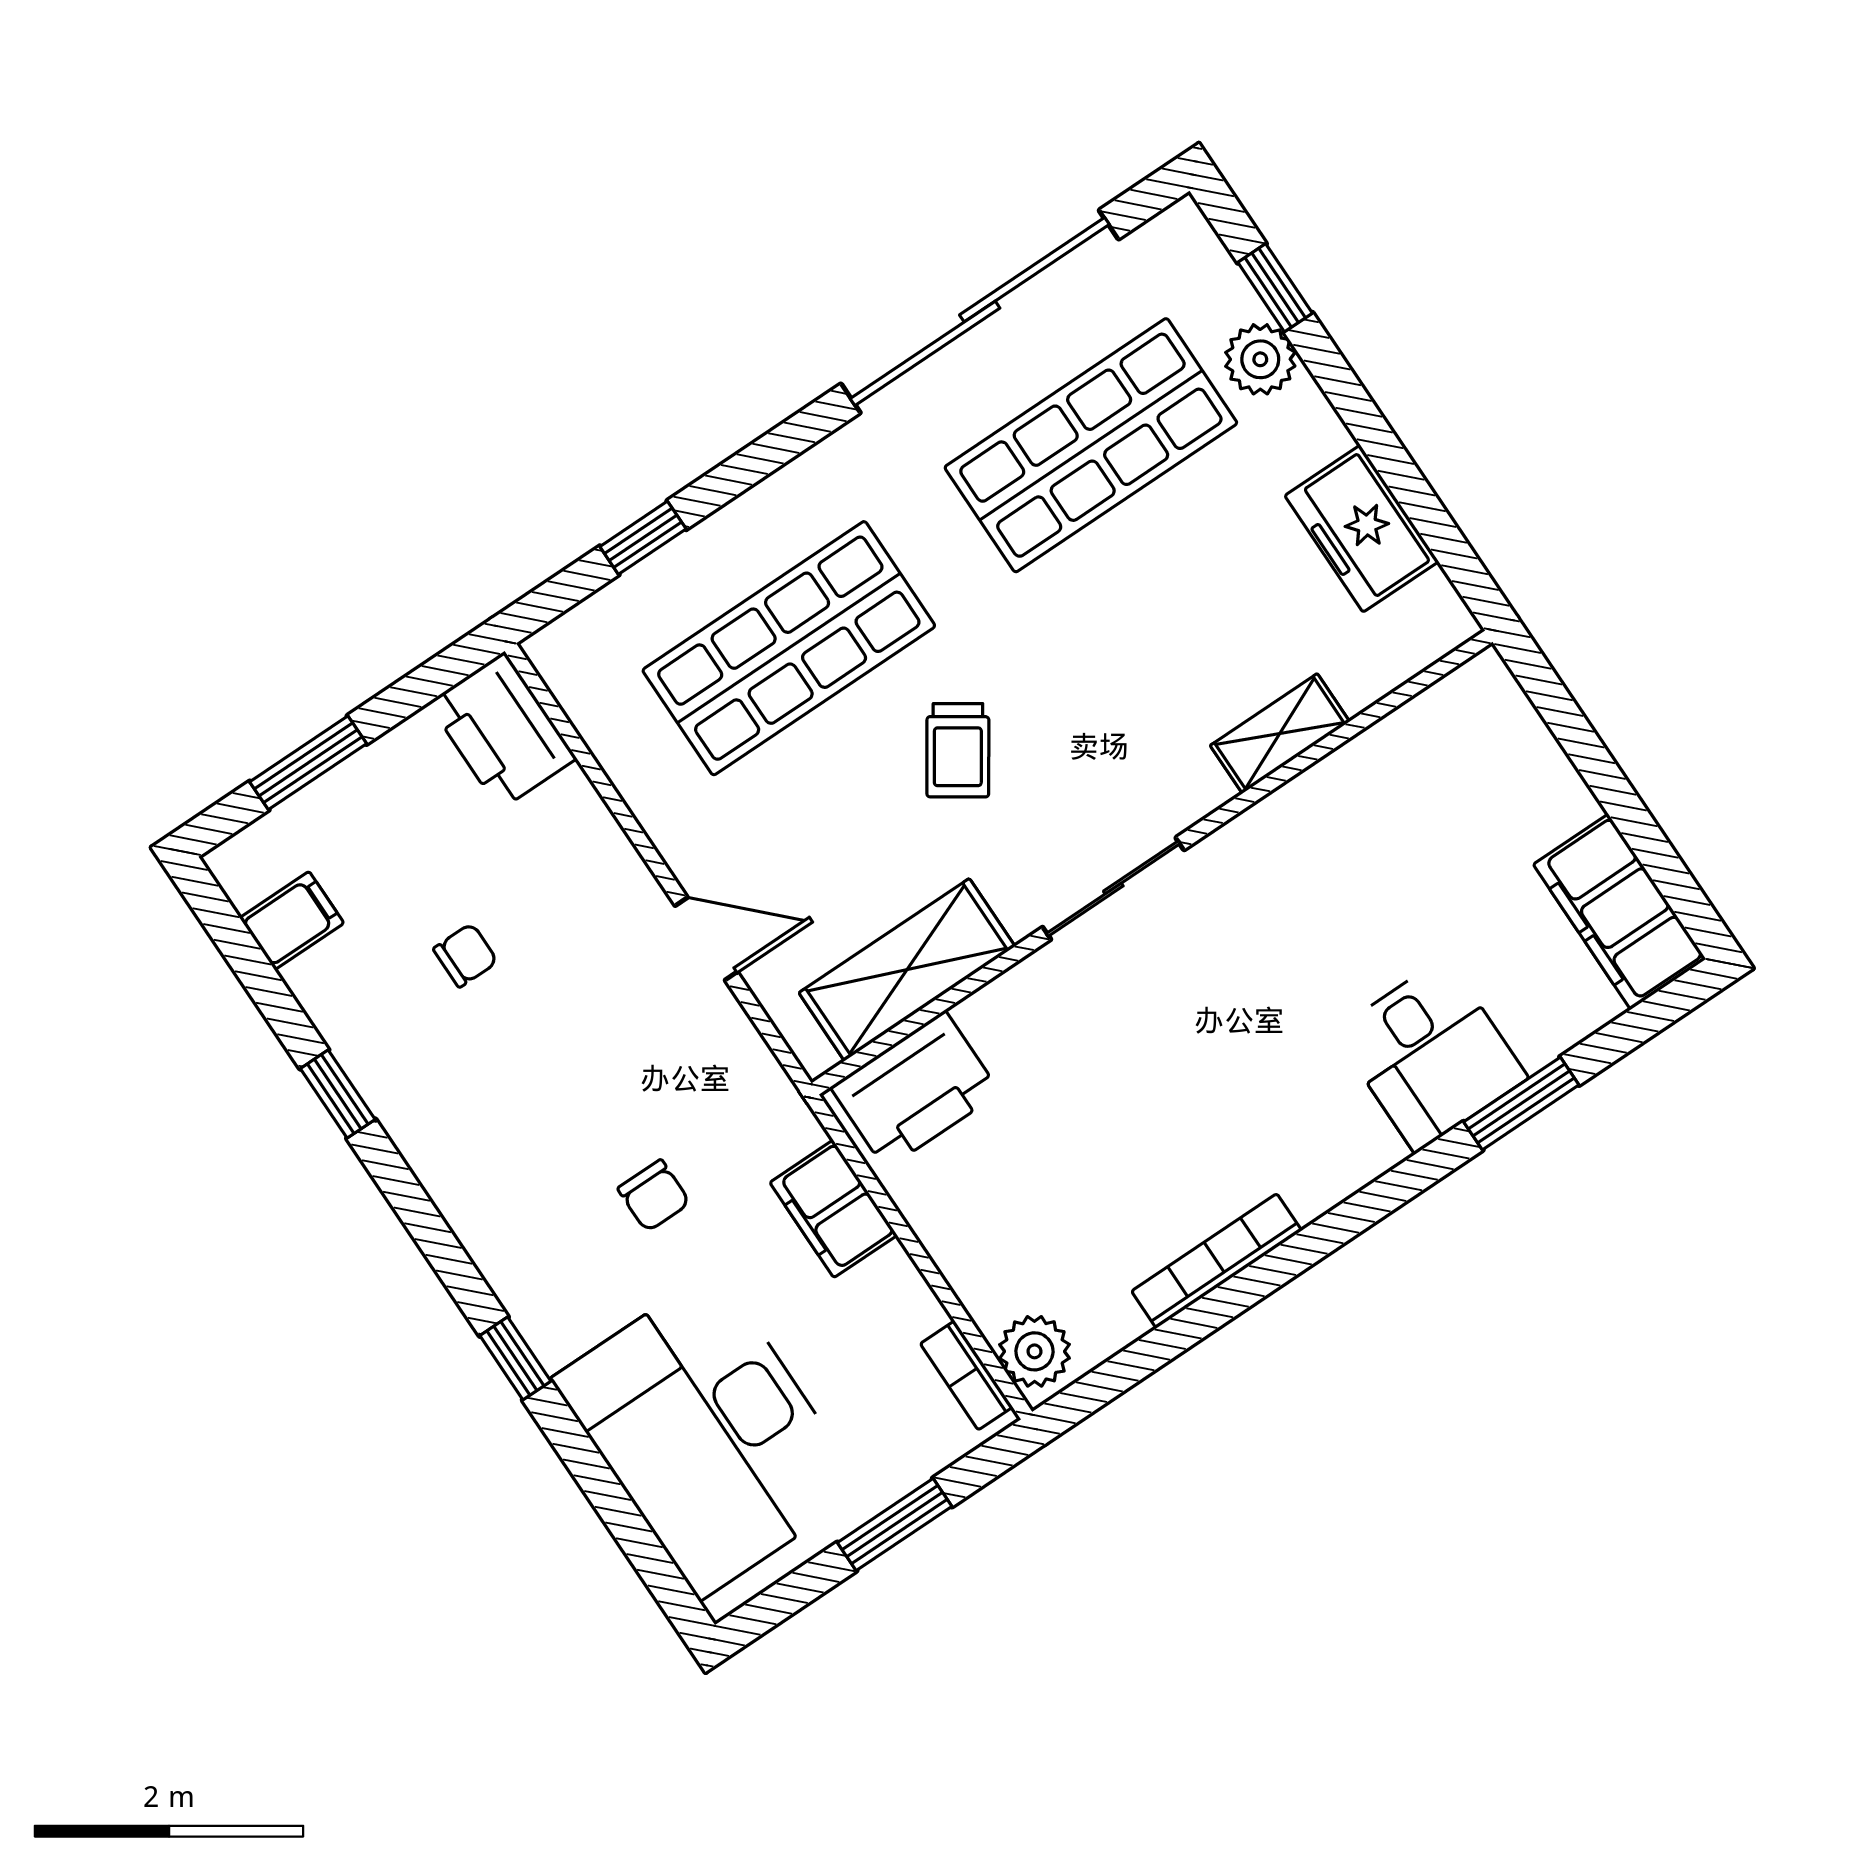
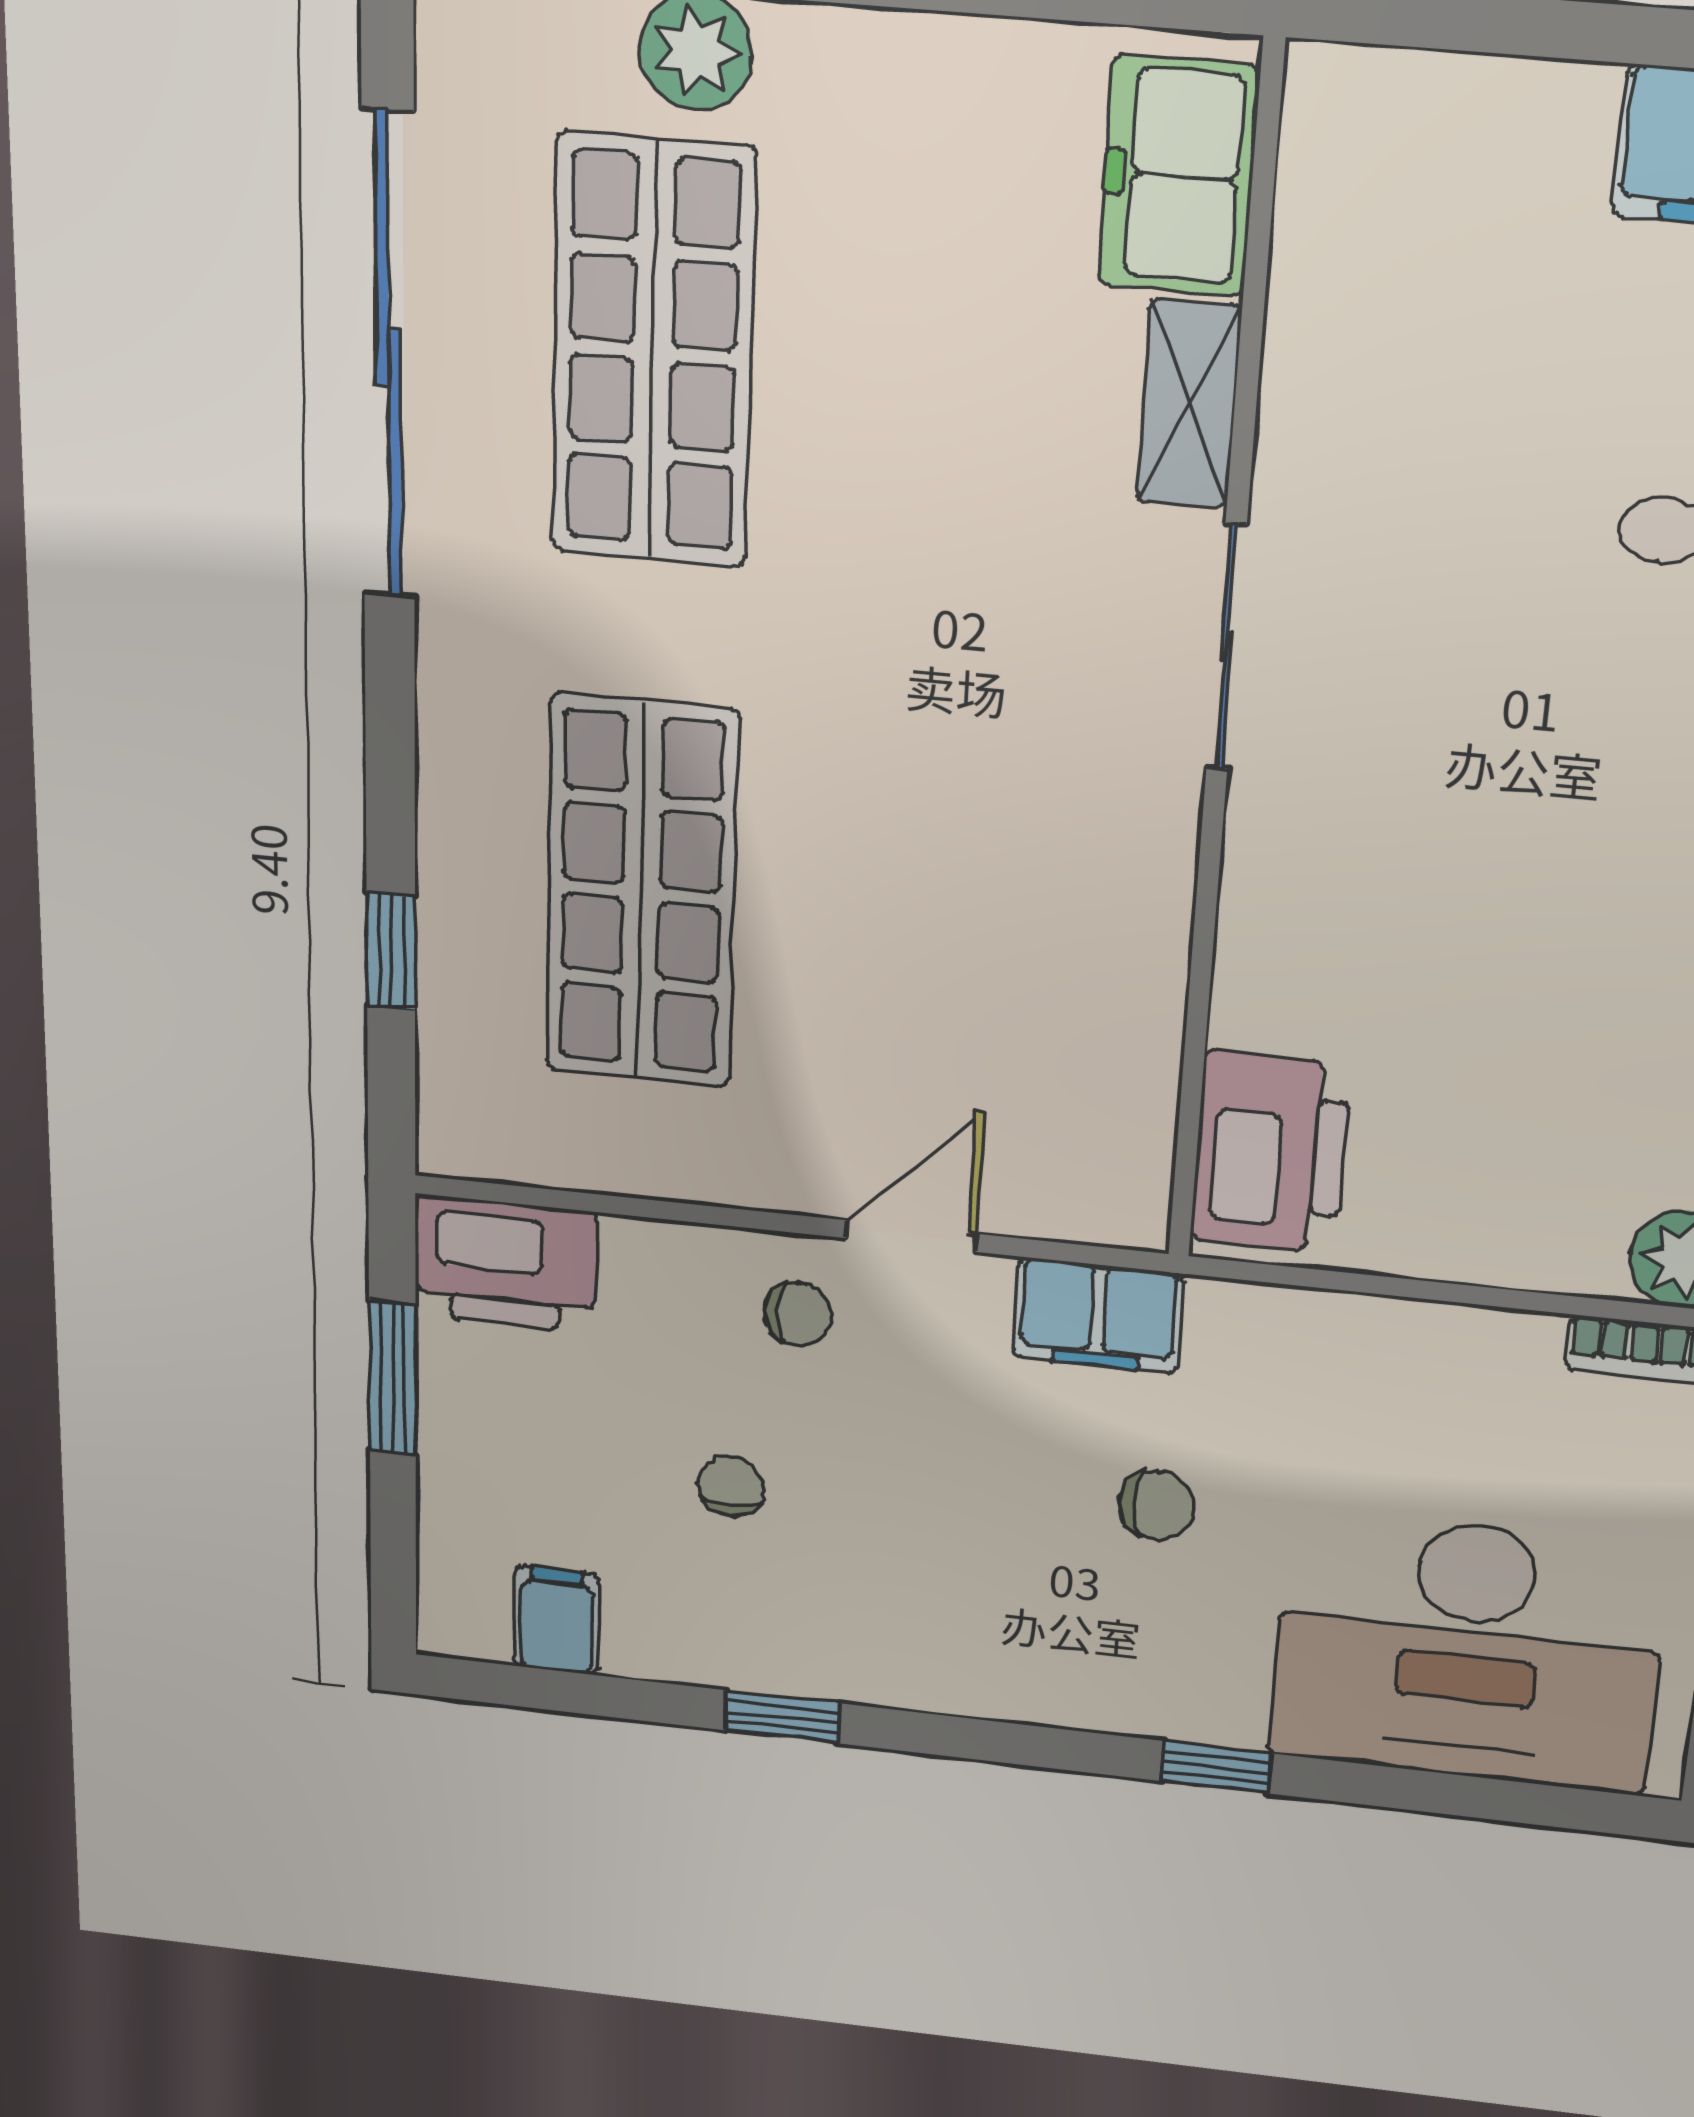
freezer: (1362, 529) -> (1179, 176), moved, turned 90
trolley: (958, 750) -> (909, 799), removed
window: (308, 763) -> (393, 1378), moved
sliding door: (1113, 889) -> (1226, 647), moved
chair: (607, 912) -> (798, 1314), added
shelving: (907, 970) -> (1123, 1054), removed
filing cabinet: (833, 1209) -> (1098, 1315), moved

